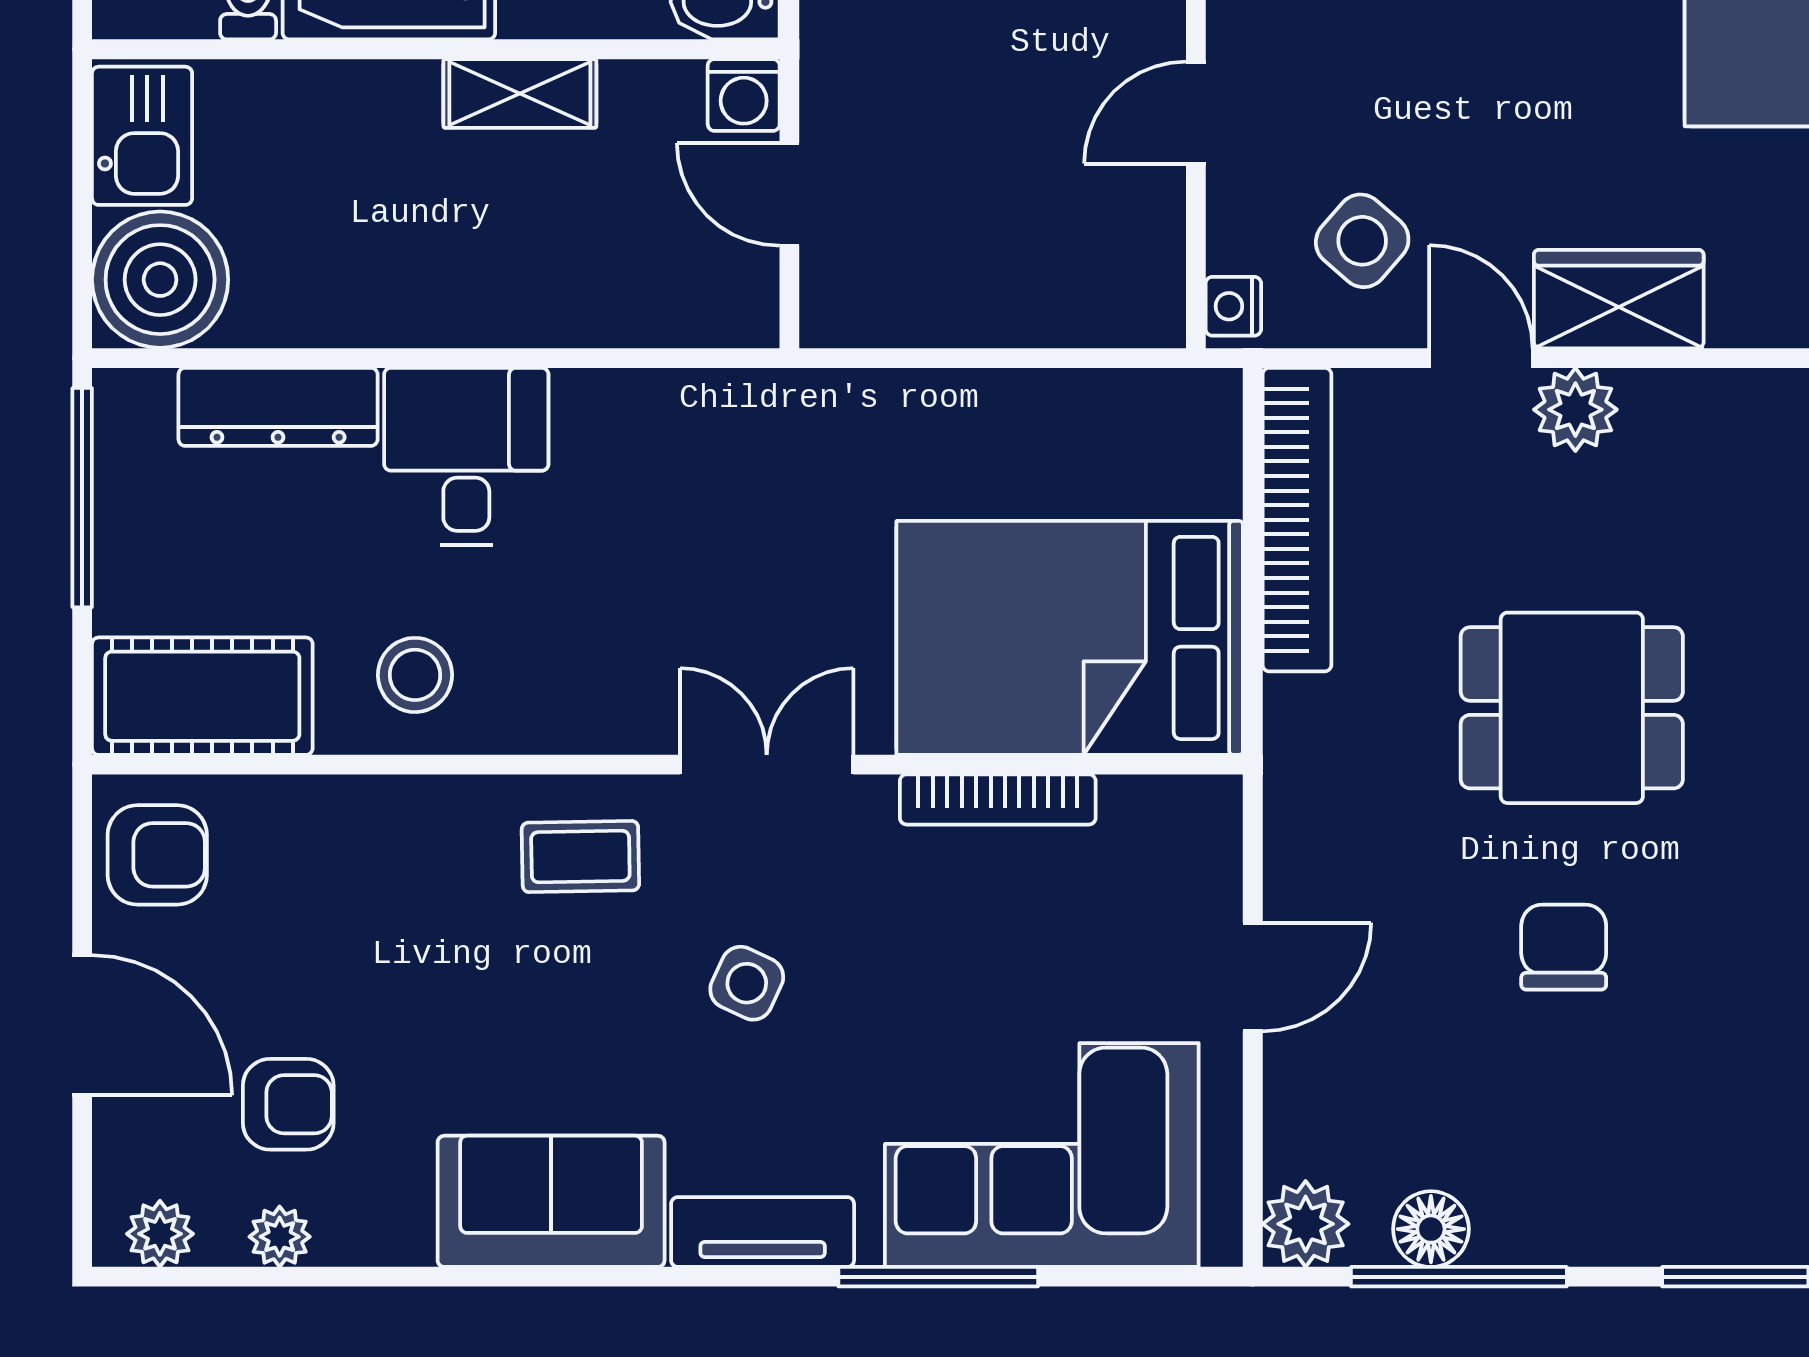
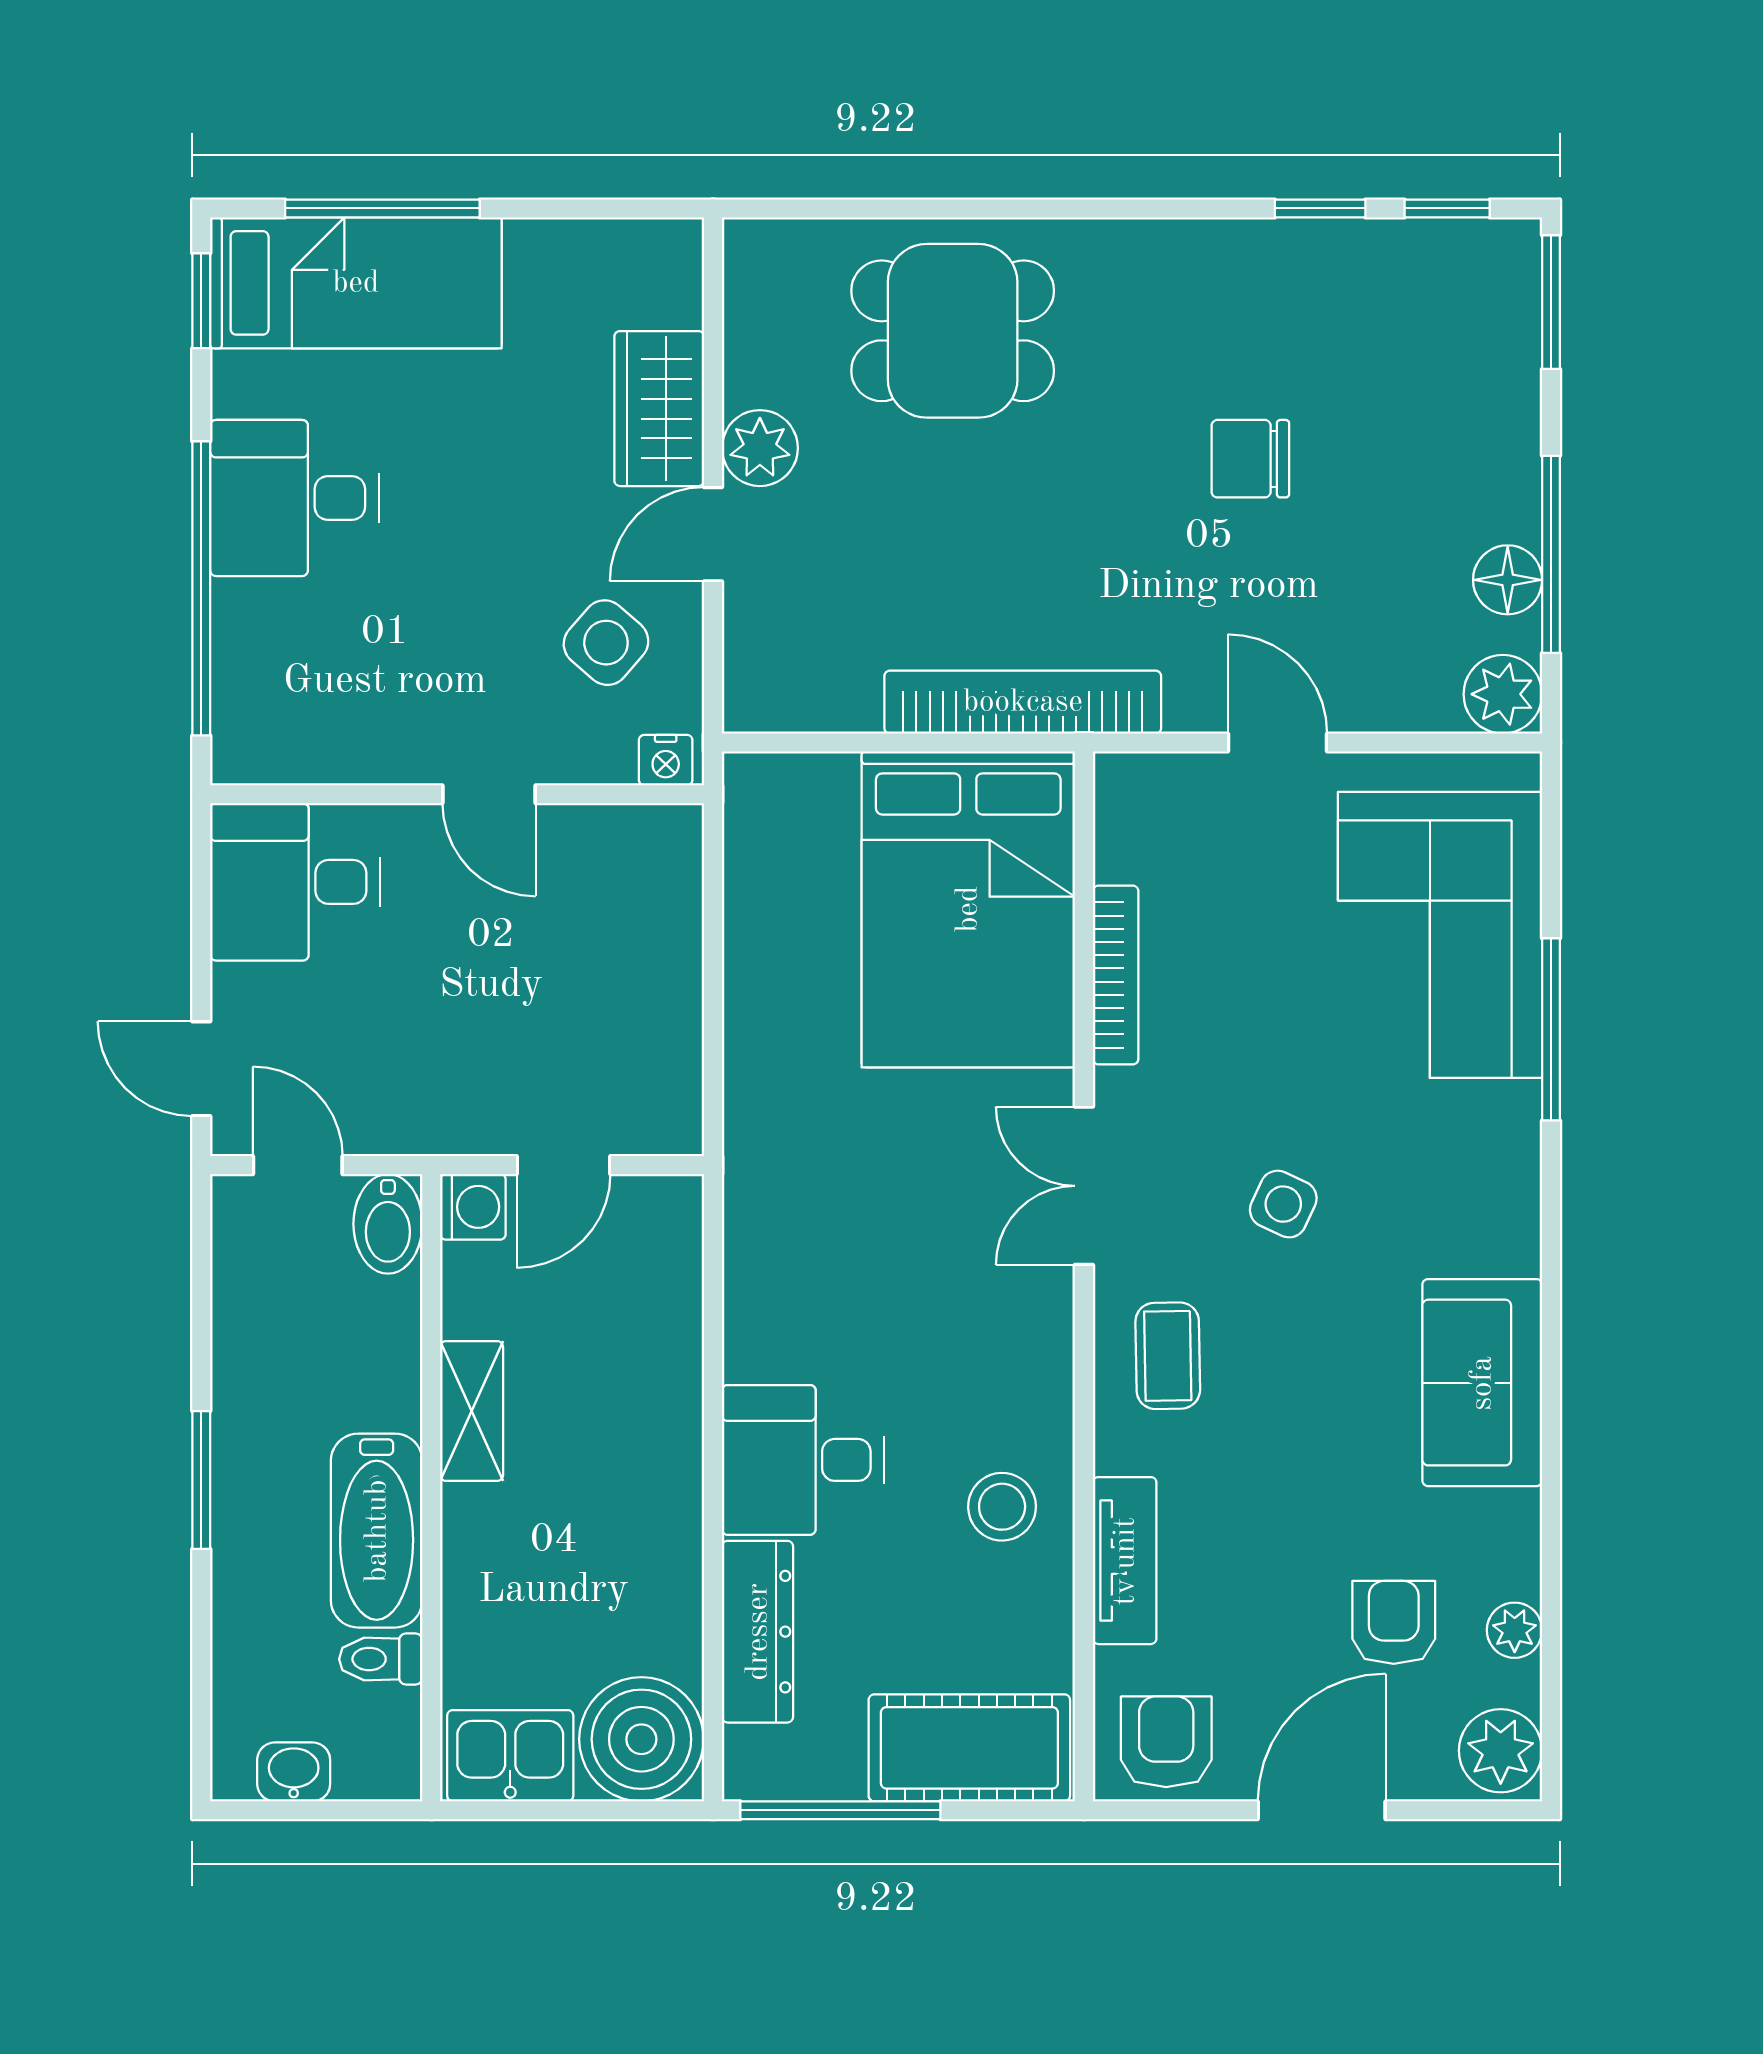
bookcase: (1297, 520) -> (1023, 702), moved
cot: (202, 696) -> (969, 1748), moved, turned 90
dining table: (1572, 708) -> (953, 331), moved, turned 90
tv unit: (763, 1232) -> (1125, 1561), moved, turned 180
plant: (160, 1234) -> (1501, 1751), width x1.38, depth x1.38

